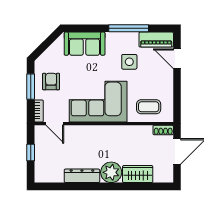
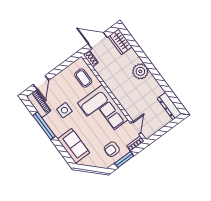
window: (31, 152) -> (165, 130), removed
wardrobe: (138, 174) -> (120, 42), moved
dresser: (82, 176) -> (169, 106), moved

